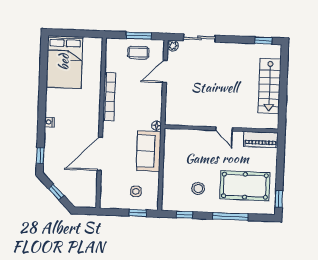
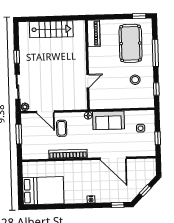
window: (263, 41) -> (17, 57), moved
coffee table: (138, 53) -> (62, 128), moved
door: (224, 129) -> (88, 81), moved
window: (138, 213) -> (158, 138), moved

